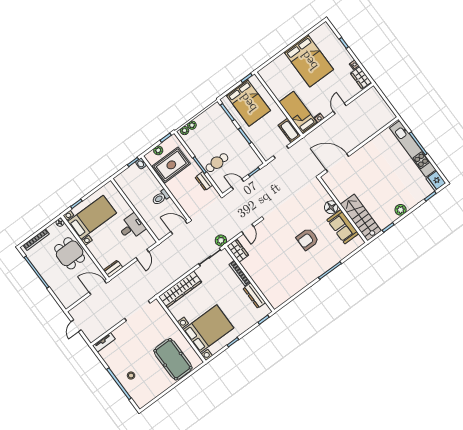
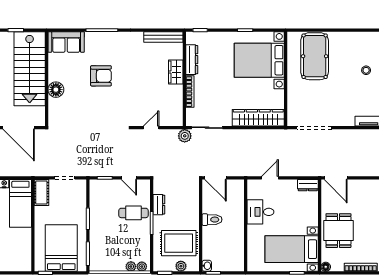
stairs: (361, 217) -> (30, 69), width x1.36, depth x1.51
sofa: (343, 227) -> (66, 42), moved, turned 90
wardrobe: (238, 251) -> (176, 72), moved
bench: (285, 297) -> (163, 37), added

